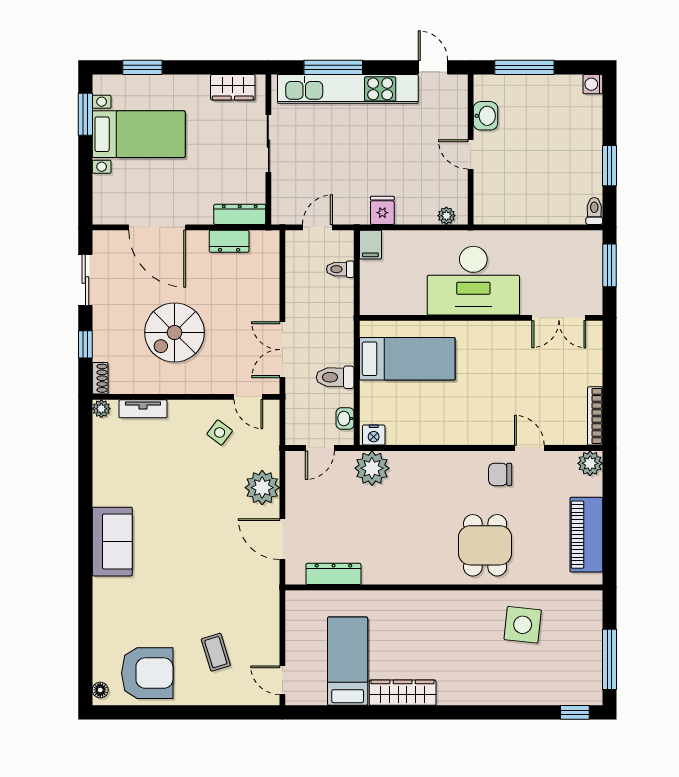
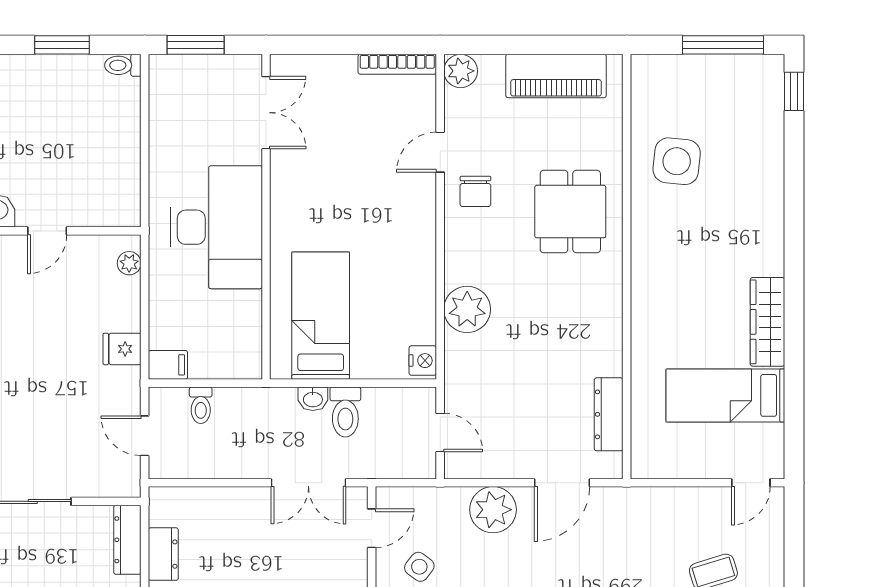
washbasin: (345, 419) -> (313, 399), moved
plant: (372, 468) -> (467, 309), moved
dining table: (485, 545) -> (570, 212), turned 90

